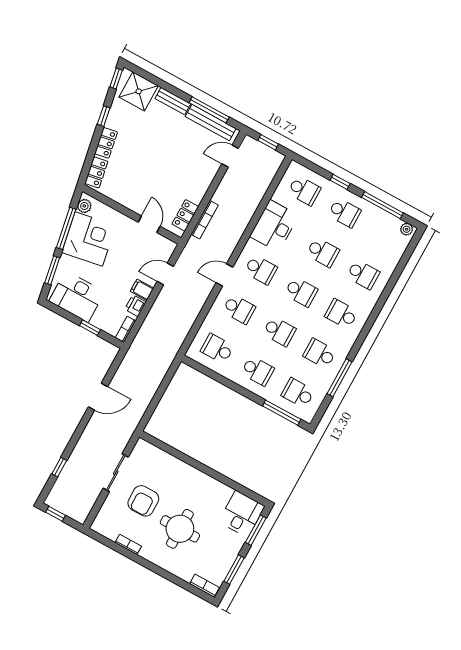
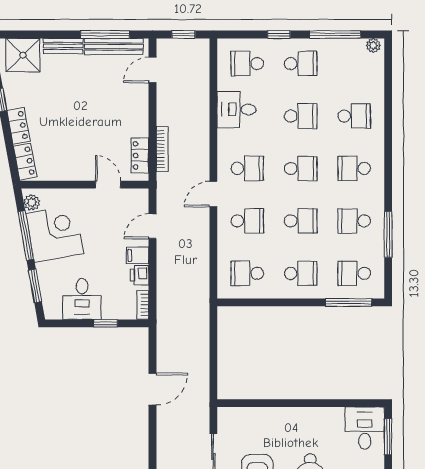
school desk: (304, 191) -> (247, 64), turned 180
desk: (274, 226) -> (237, 110), width x0.73
desk: (77, 297) -> (82, 299), width x0.73

